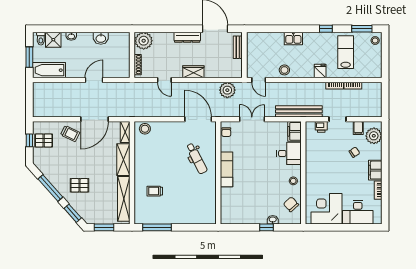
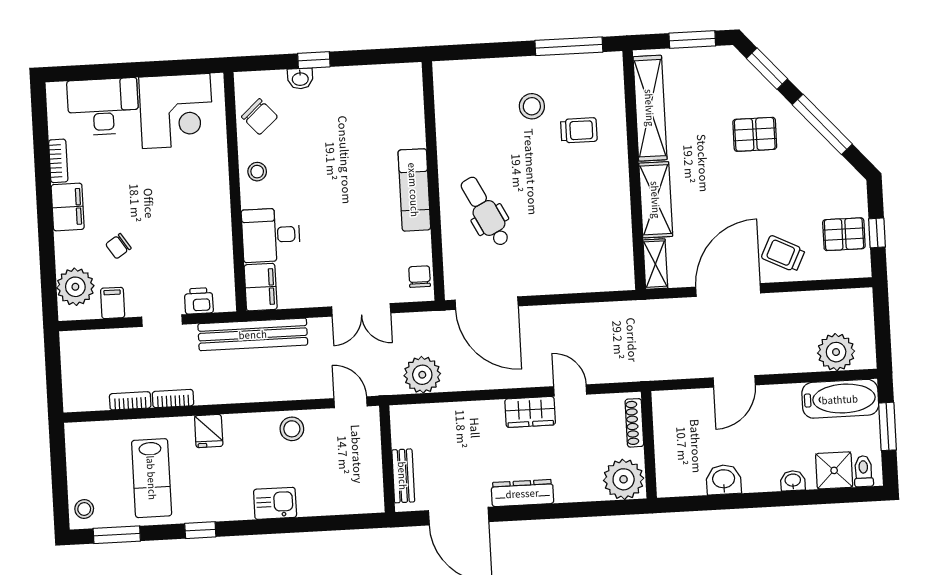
wardrobe: (193, 72) -> (530, 412), moved
plant: (50, 90) -> (836, 352), added
stool: (145, 129) -> (532, 106), moved

